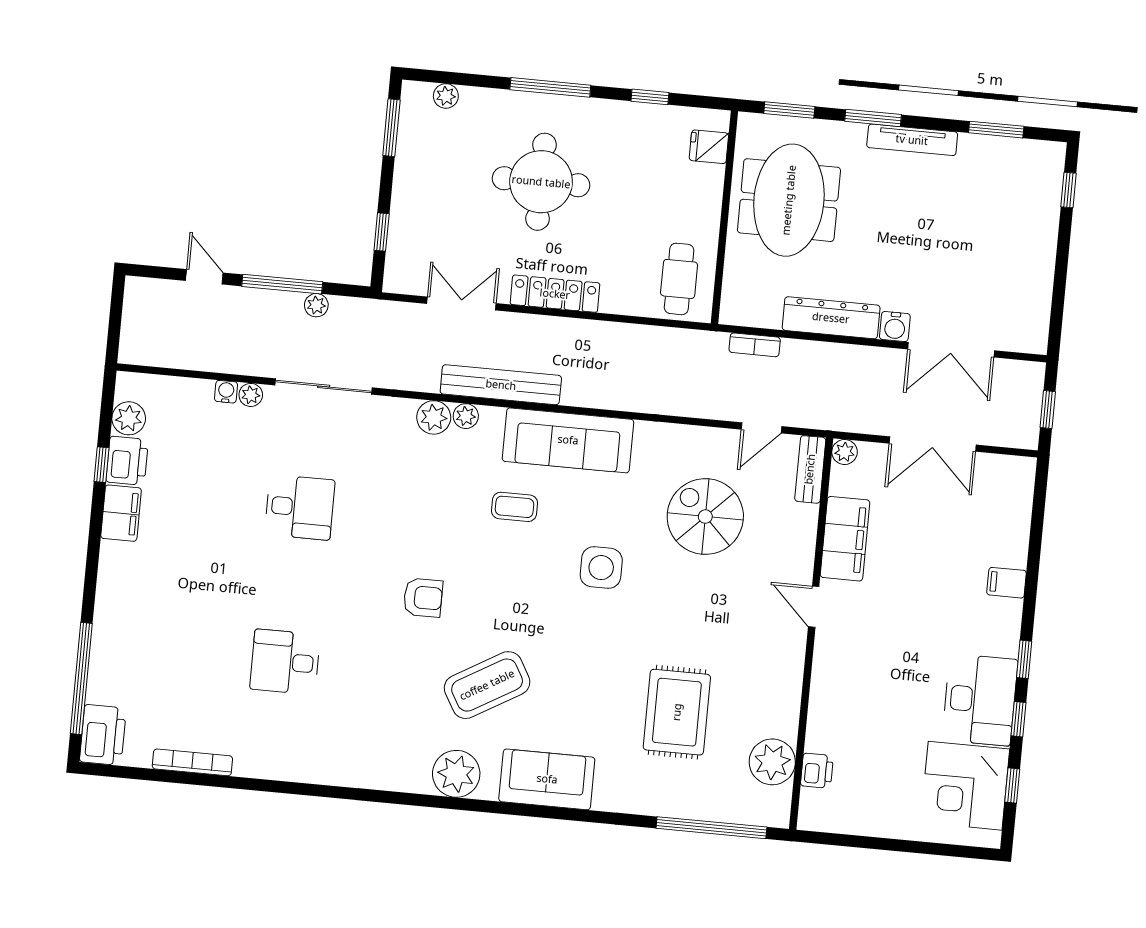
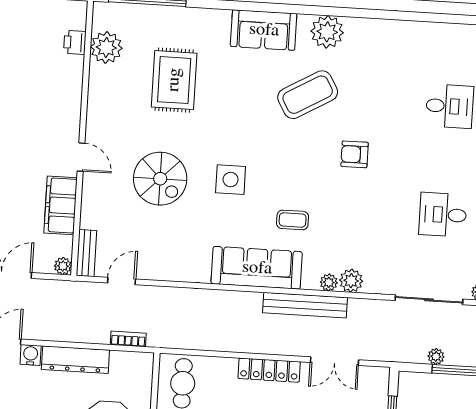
spiral stairs: (705, 517) -> (160, 179), moved

